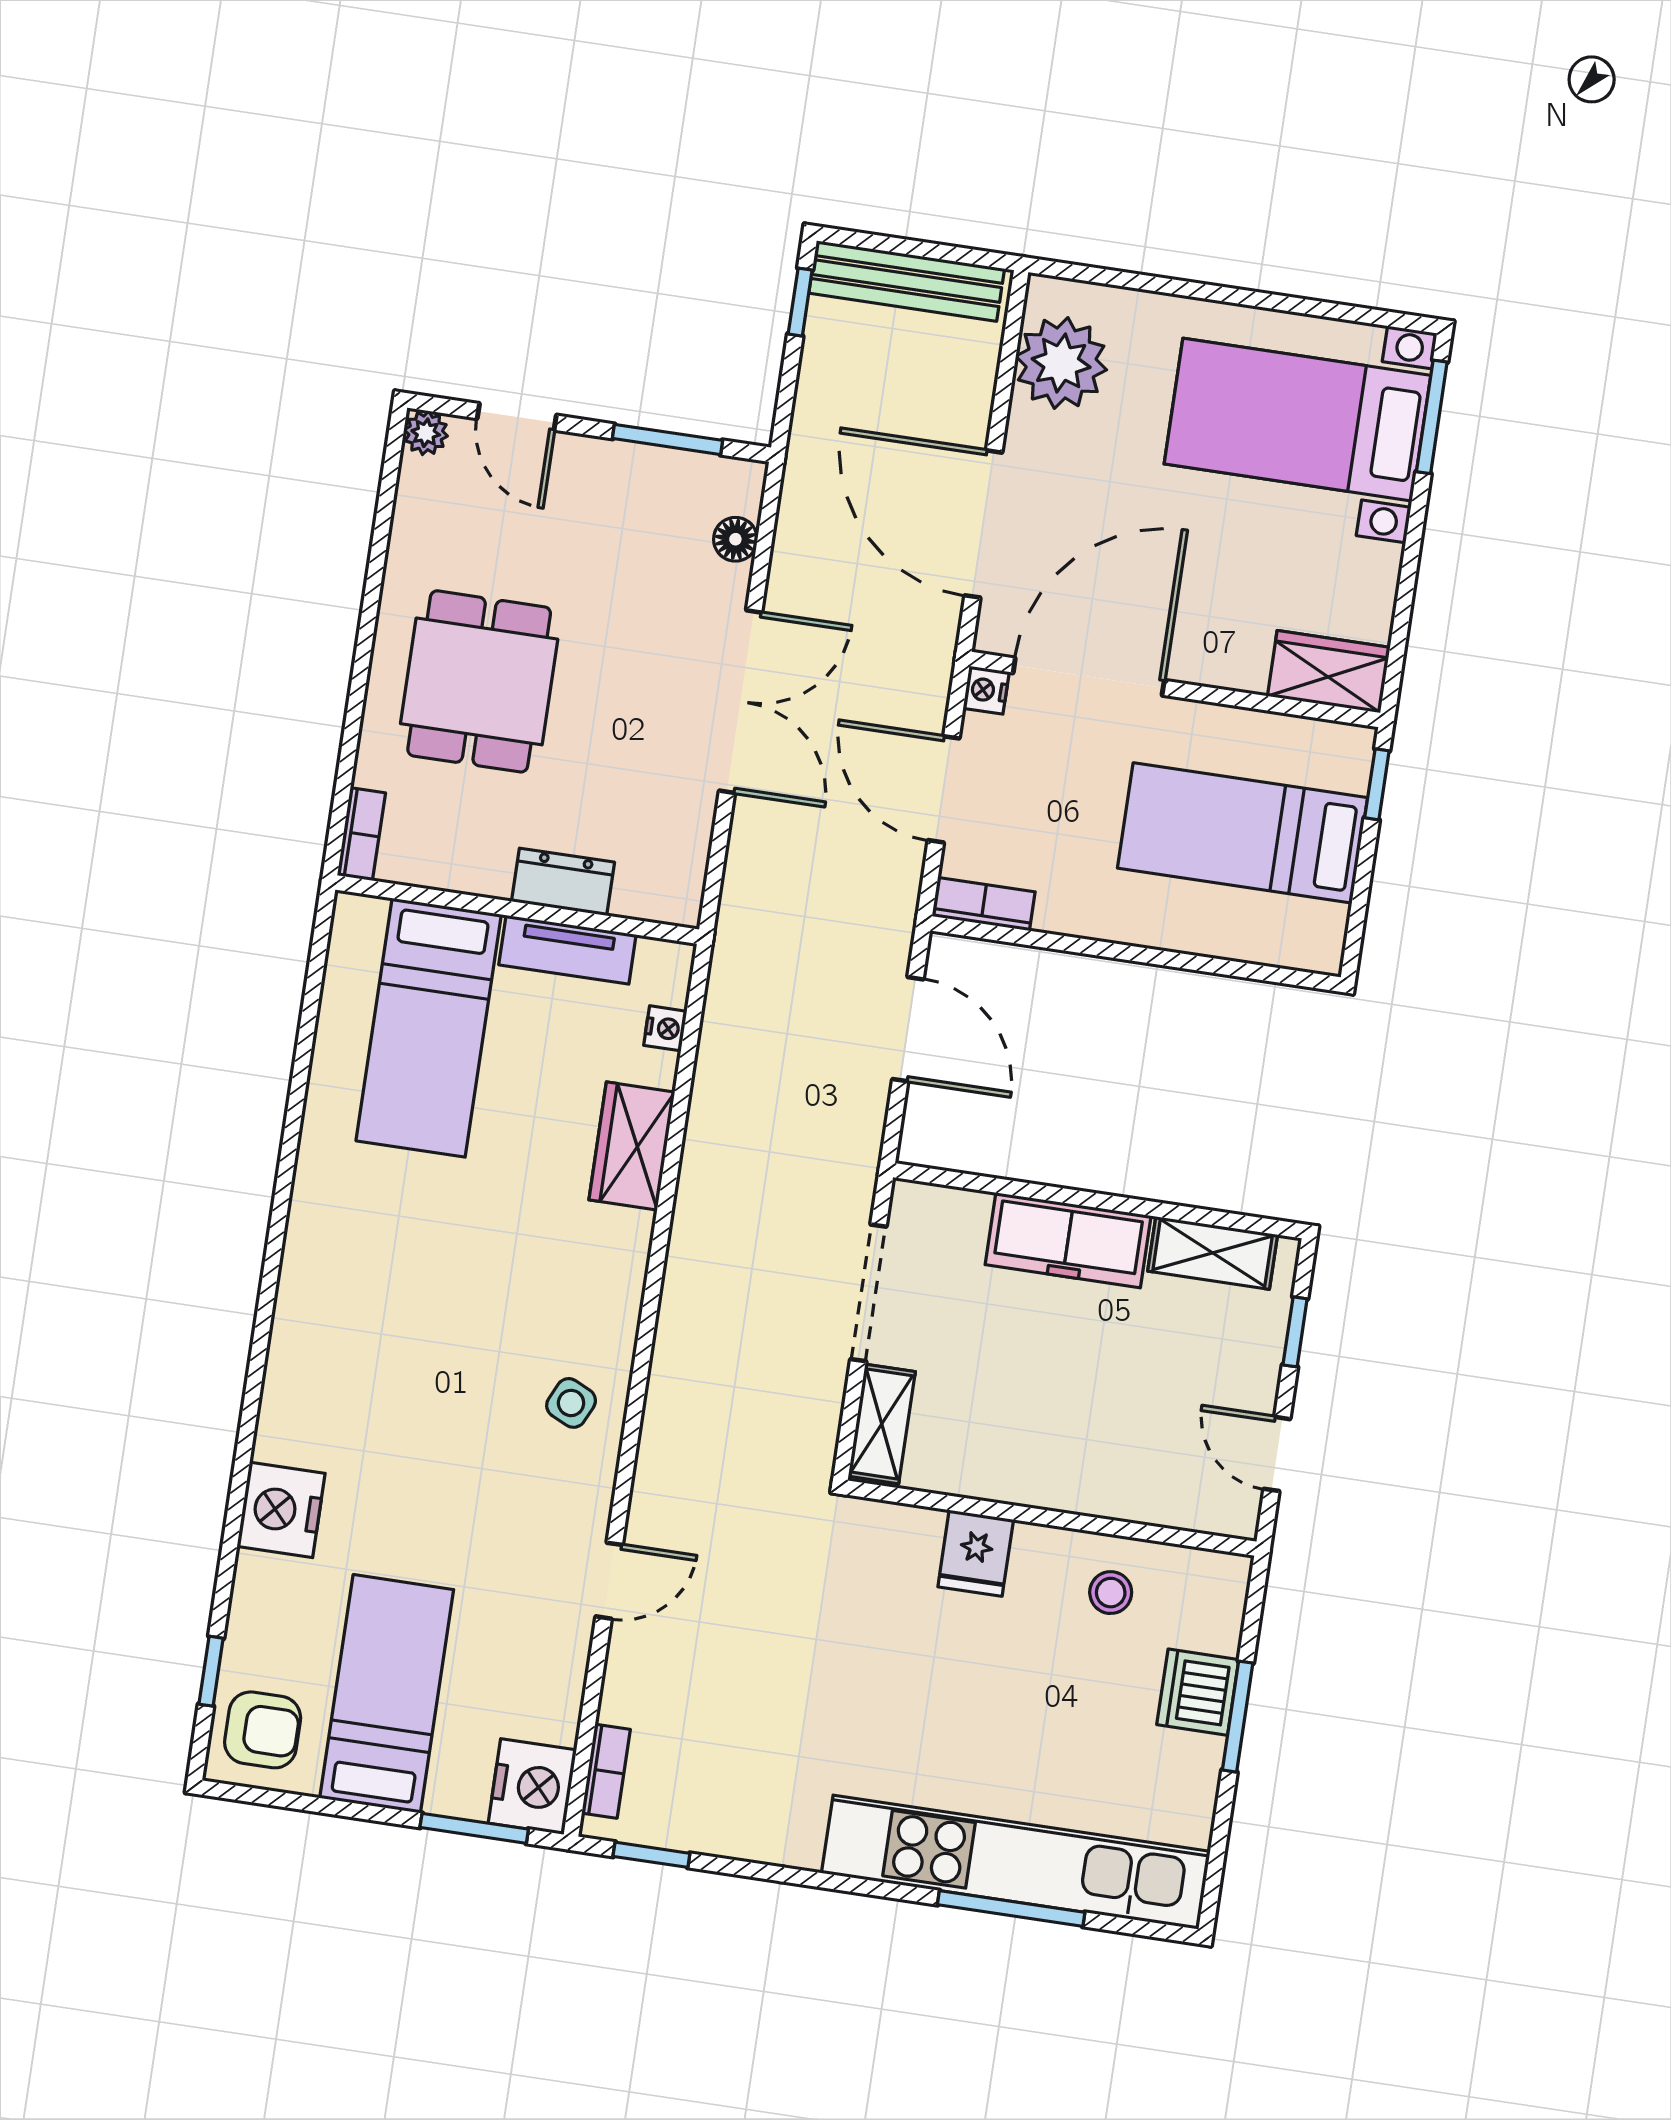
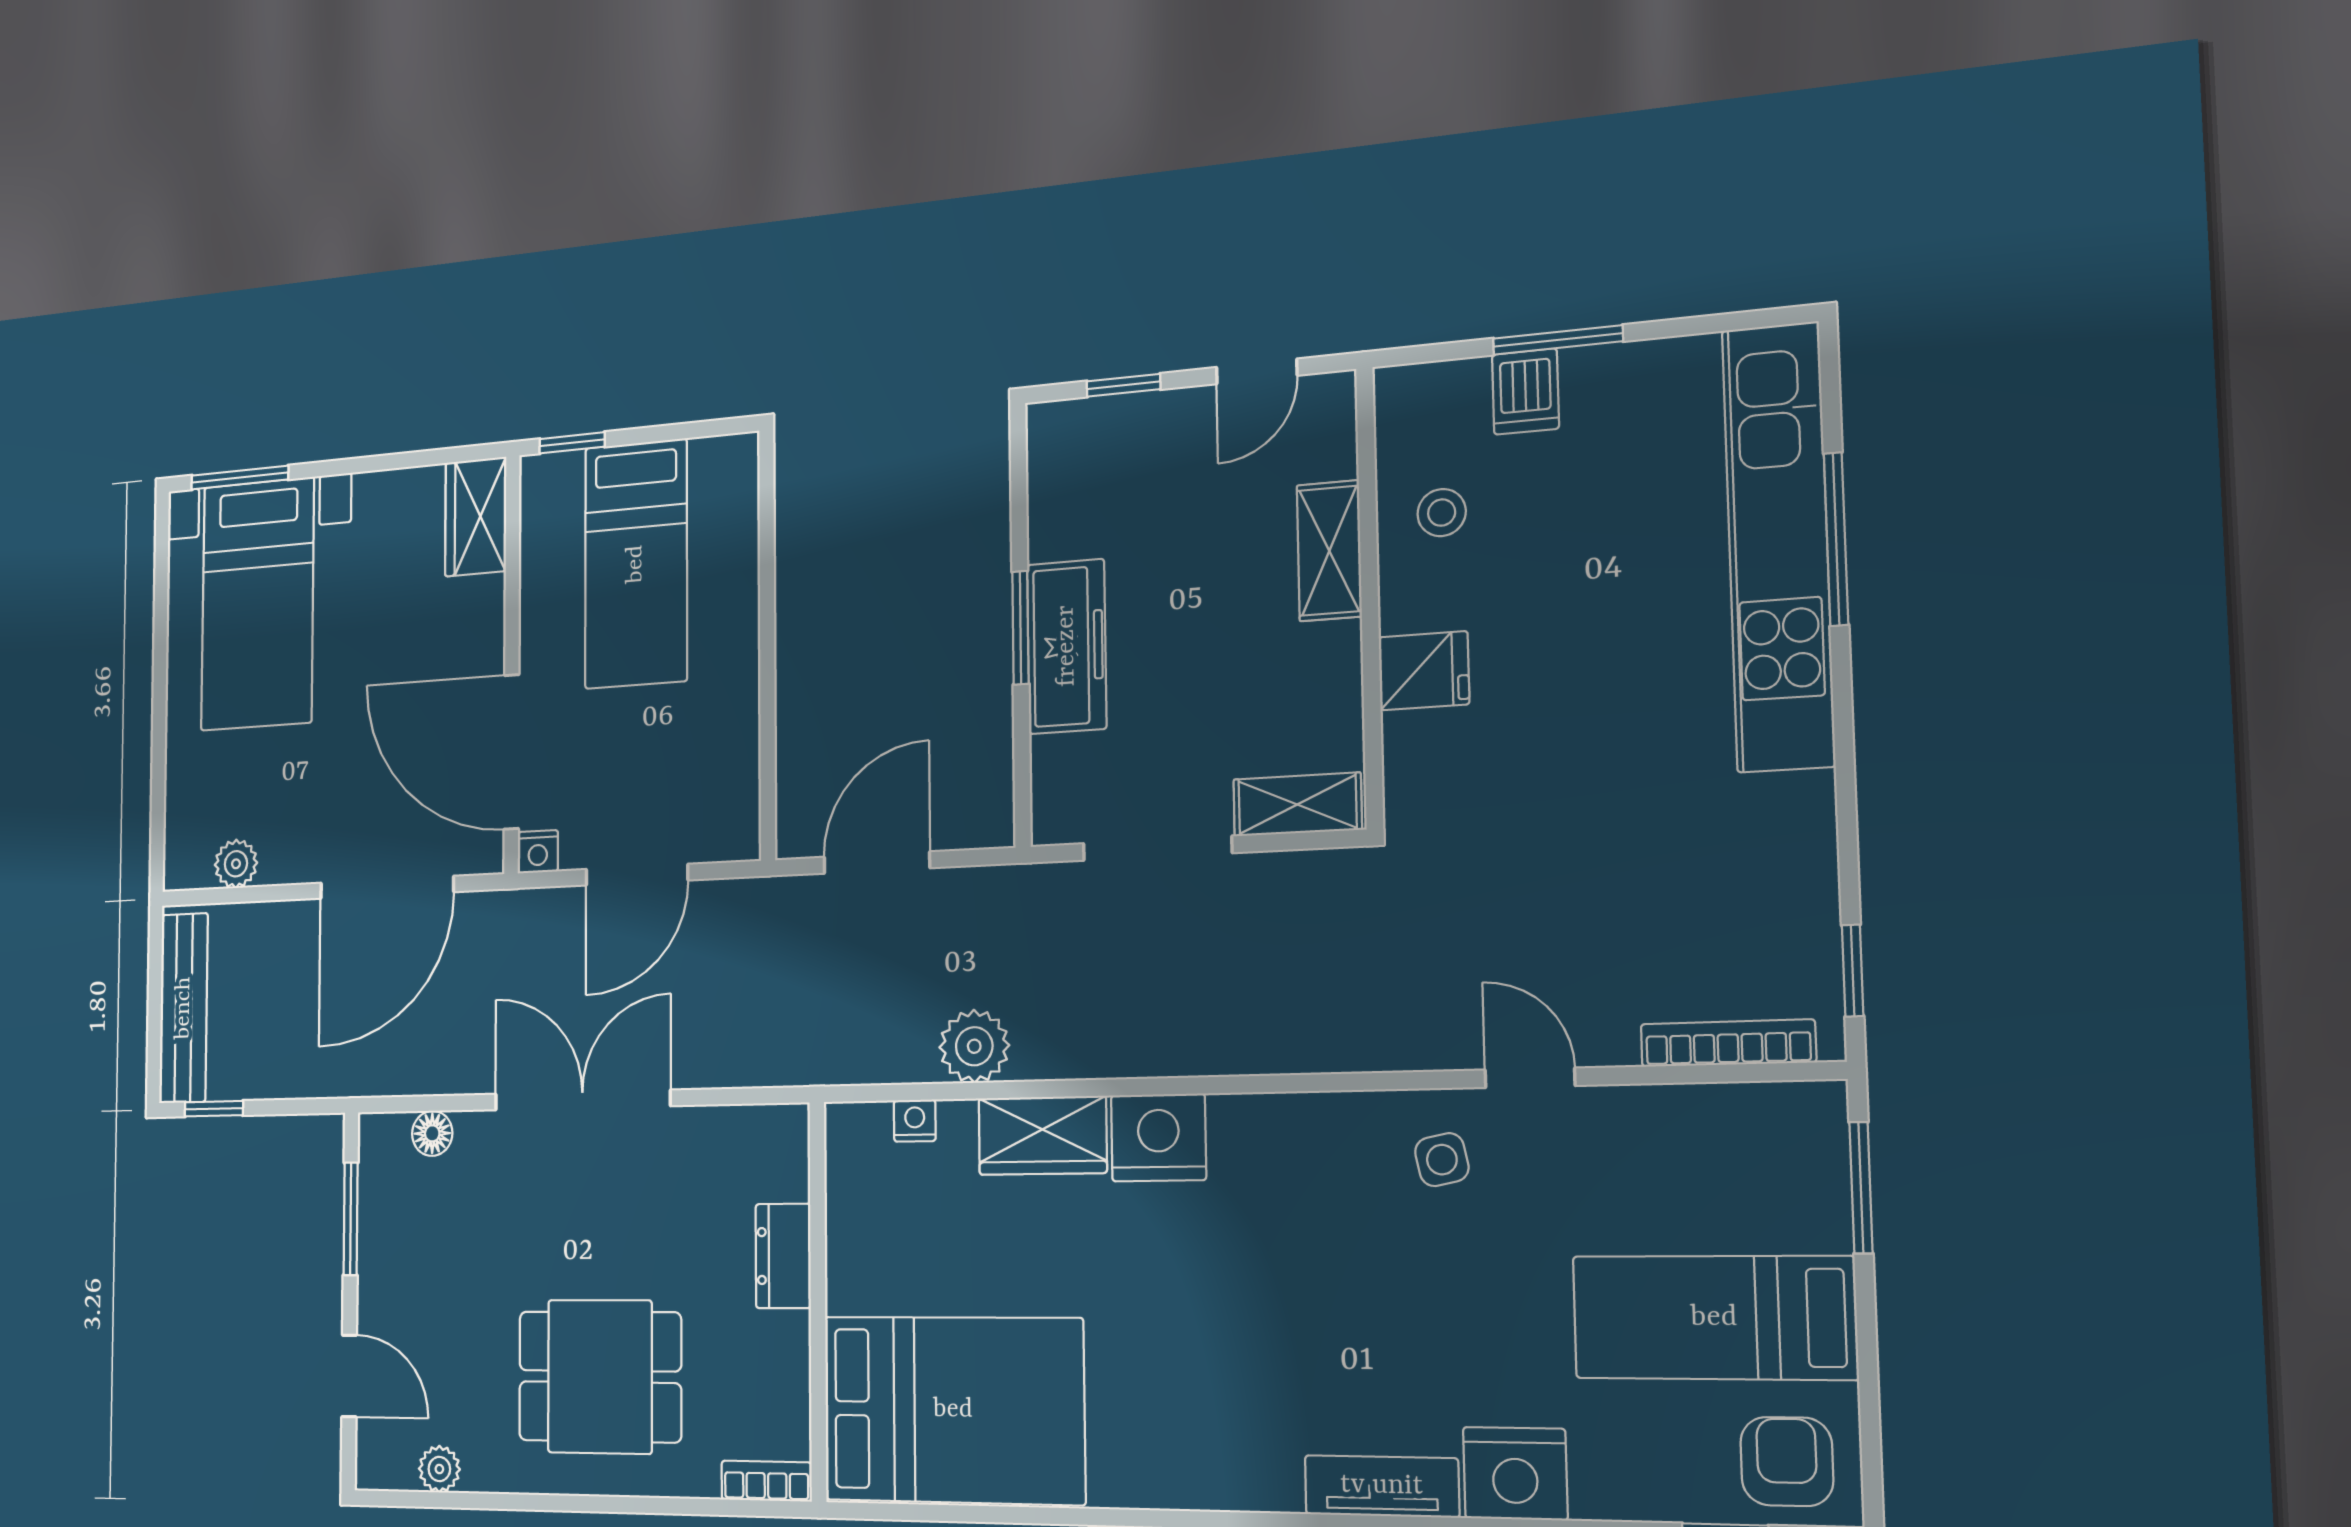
plant: (1061, 363) -> (236, 864), width x0.53, depth x0.53
door: (517, 417) -> (349, 1376), hinge flipped
plant: (426, 433) -> (439, 1469), moved
bookcase: (984, 904) -> (741, 810), removed
tv unit: (567, 950) -> (1382, 1486), moved, turned -90
bed: (429, 1028) -> (953, 1410), width x1.50
plant: (723, 1095) -> (974, 1046), added
window: (1095, 1200) -> (1020, 628), added
shelving: (1213, 1253) -> (1329, 551), moved
side table: (571, 1403) -> (1442, 1160), moved, turned -37
dishwasher: (1198, 1692) -> (1525, 392), width x0.73
bookcase: (606, 1771) -> (1728, 1043), width x1.56
nightstand: (532, 1787) -> (1158, 1138), moved

